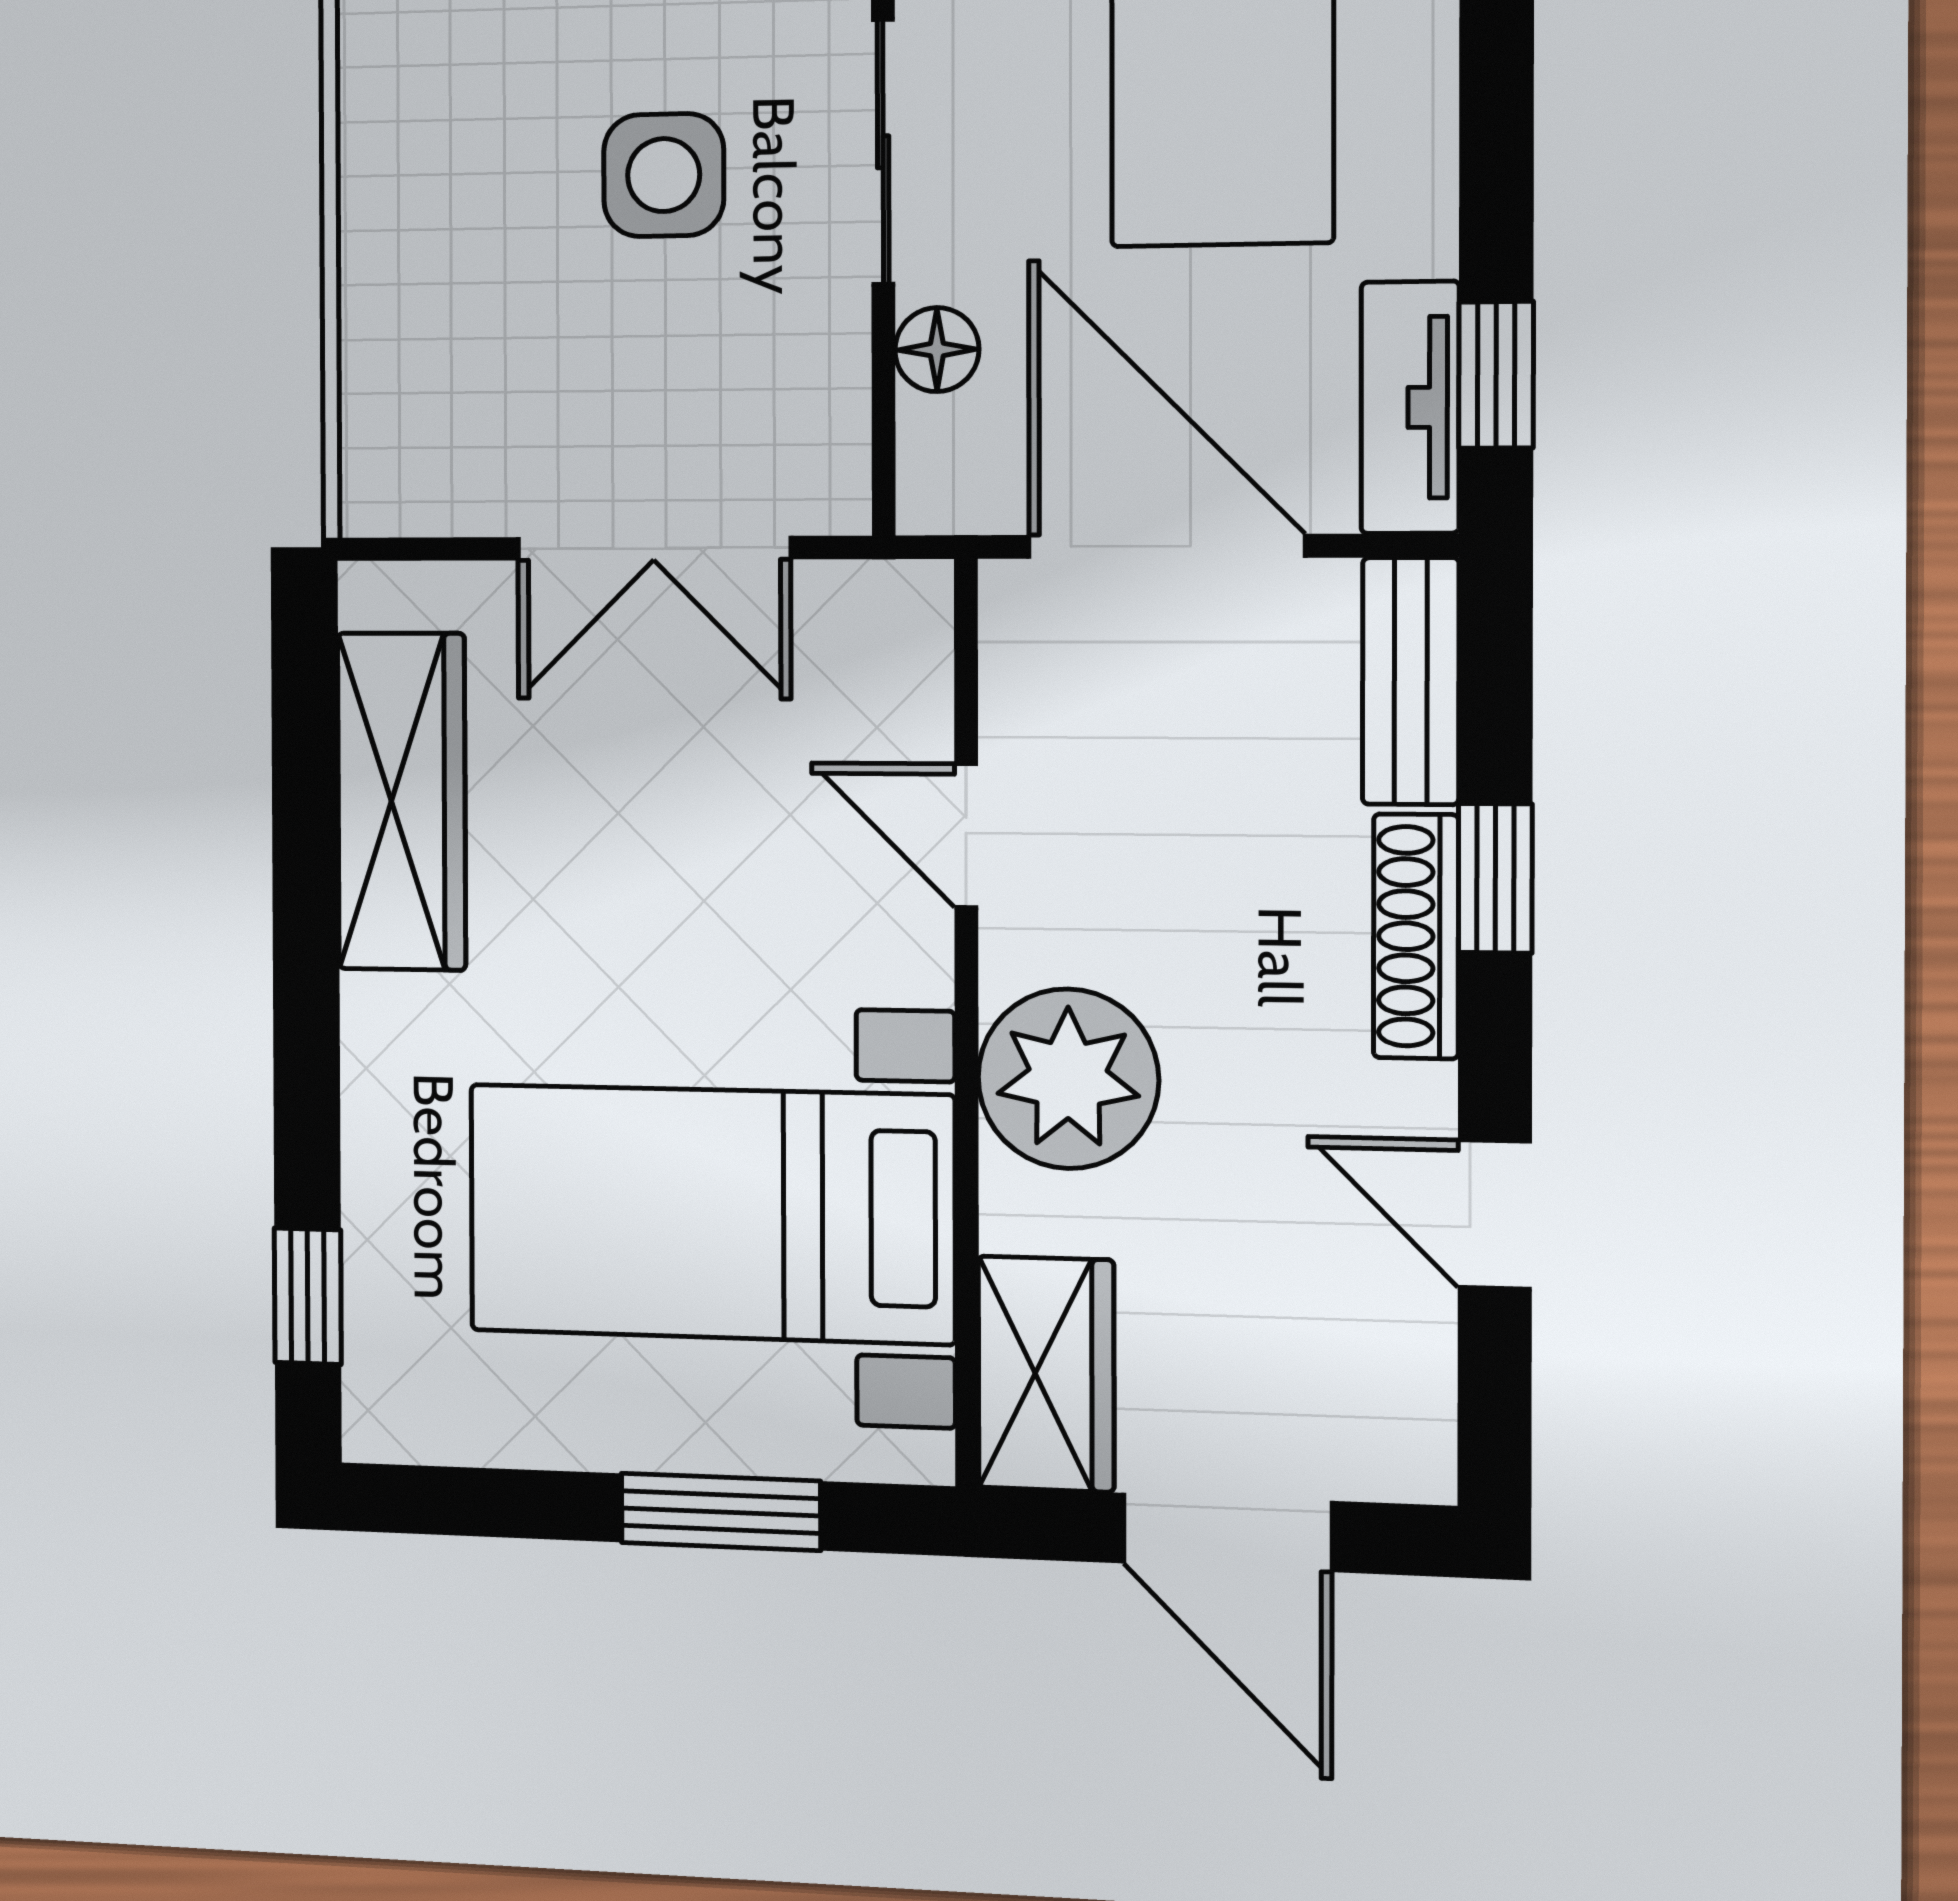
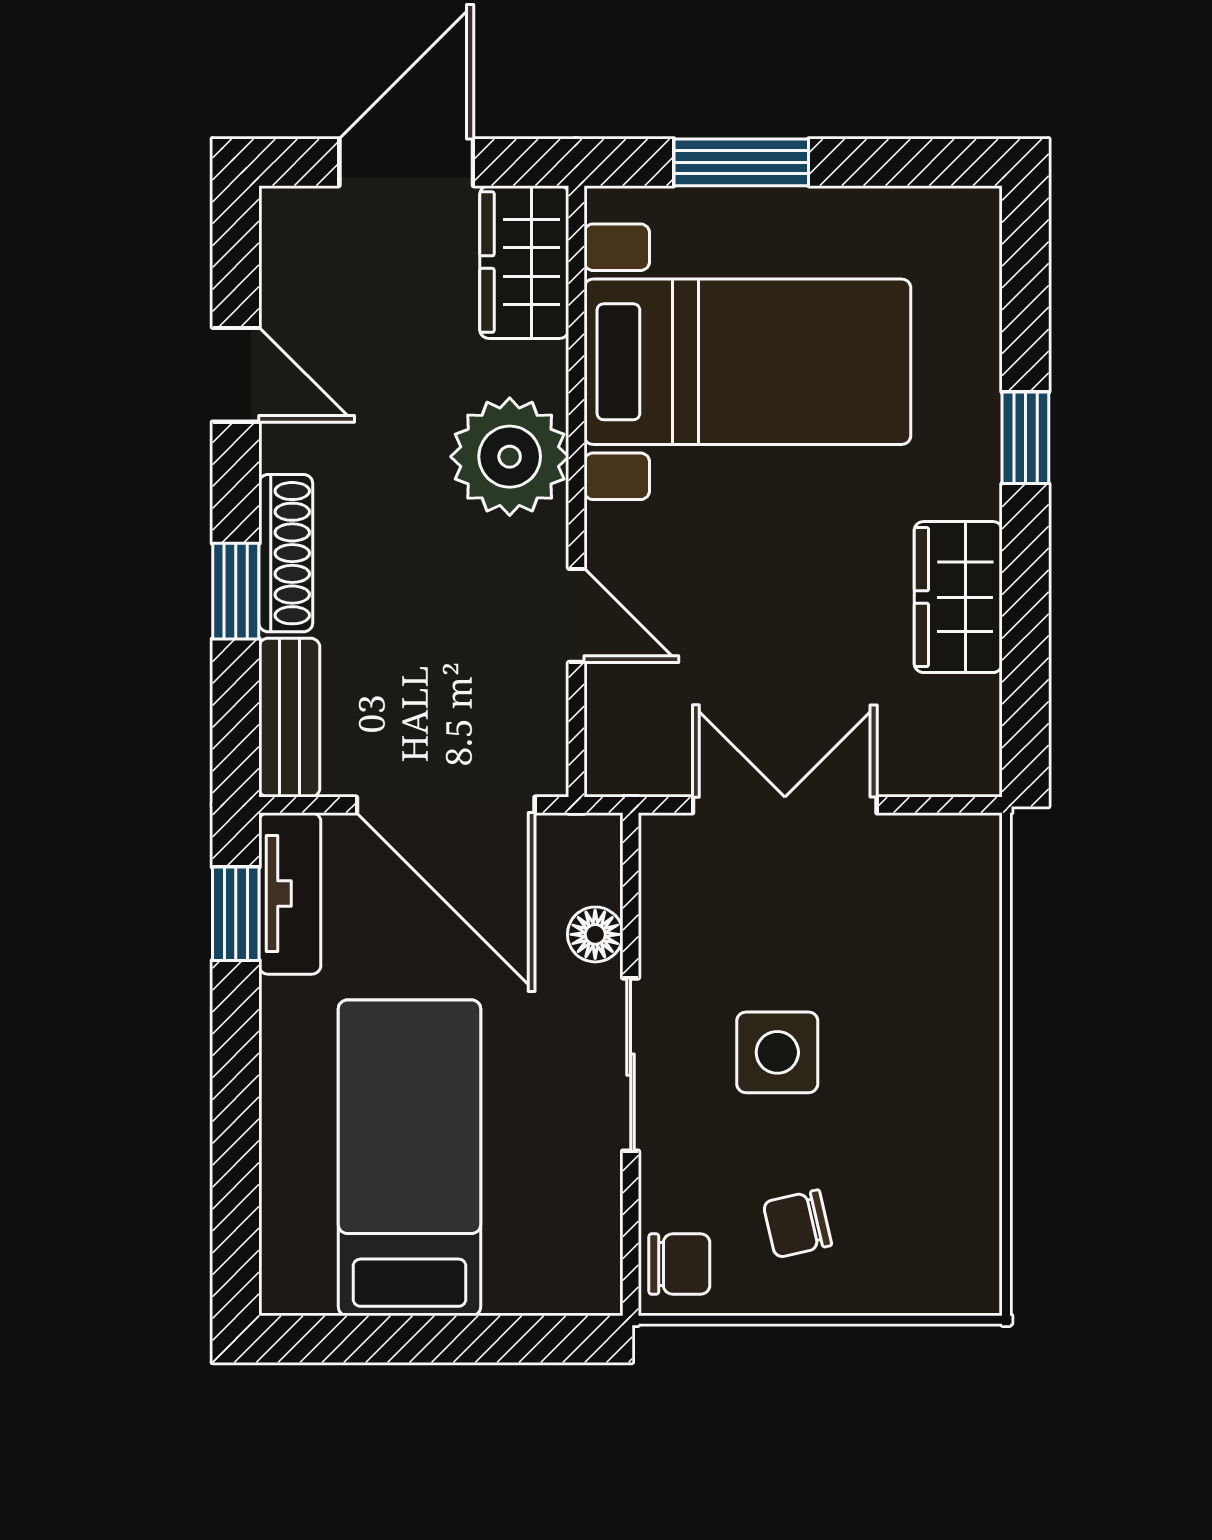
wardrobe: (401, 801) -> (958, 597), width x0.67
window: (308, 1296) -> (1025, 438), moved
door: (1227, 1532) -> (406, 162), hinge flipped

